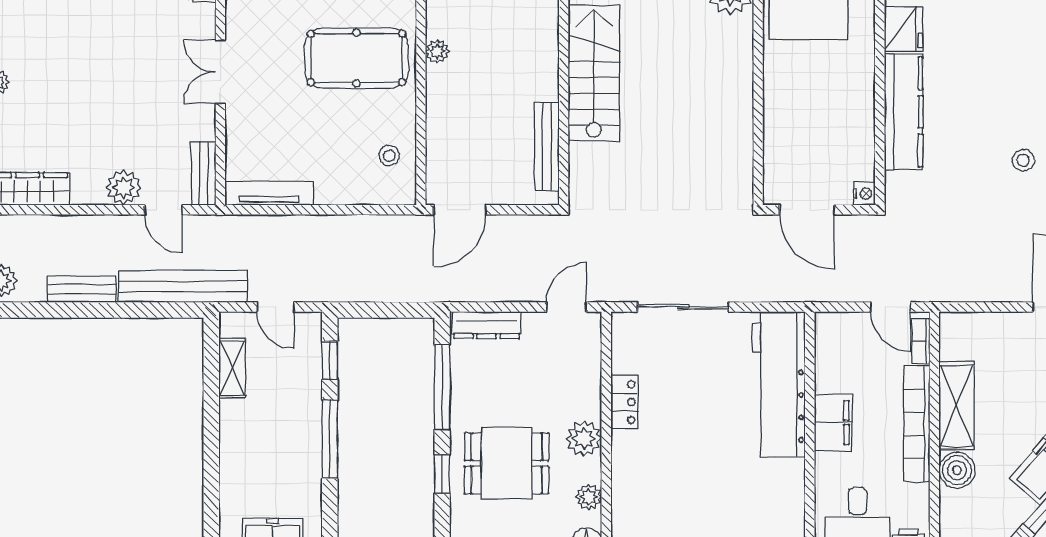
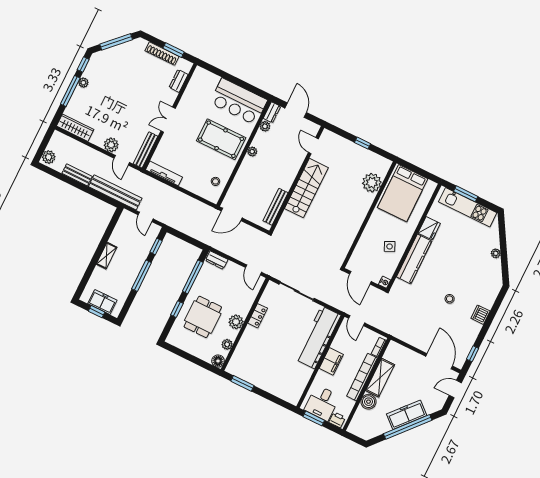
side table: (837, 111) -> (390, 246), added
bench: (204, 173) -> (145, 150), width x1.36
door: (566, 307) -> (253, 270), swing flipped
door: (891, 307) -> (357, 321), moved
dresser: (487, 325) -> (217, 260), width x0.70
shelving: (232, 368) -> (107, 256), moved
dining table: (507, 463) -> (203, 317), turned 90

